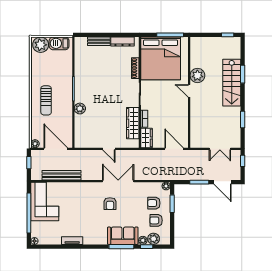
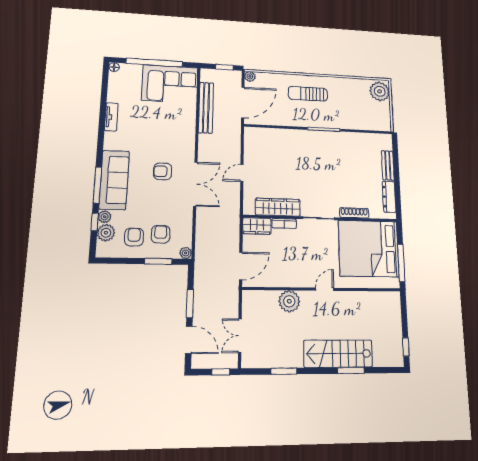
barbecue: (59, 43) -> (383, 114), removed
plant: (197, 75) -> (289, 301), moved
plant: (80, 109) -> (298, 136), removed
door: (223, 182) -> (189, 340), swing flipped
sofa: (123, 236) -> (114, 180), width x1.36

